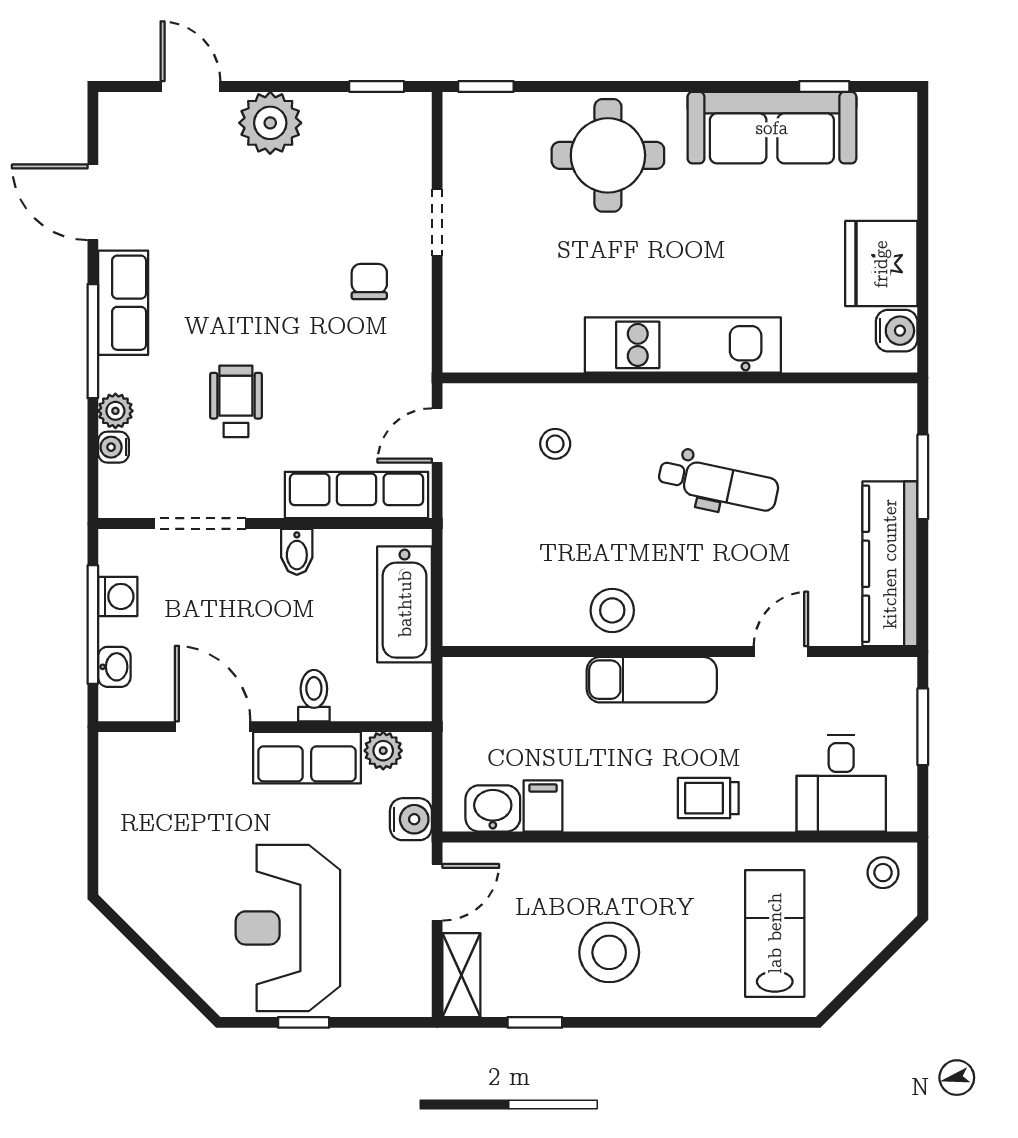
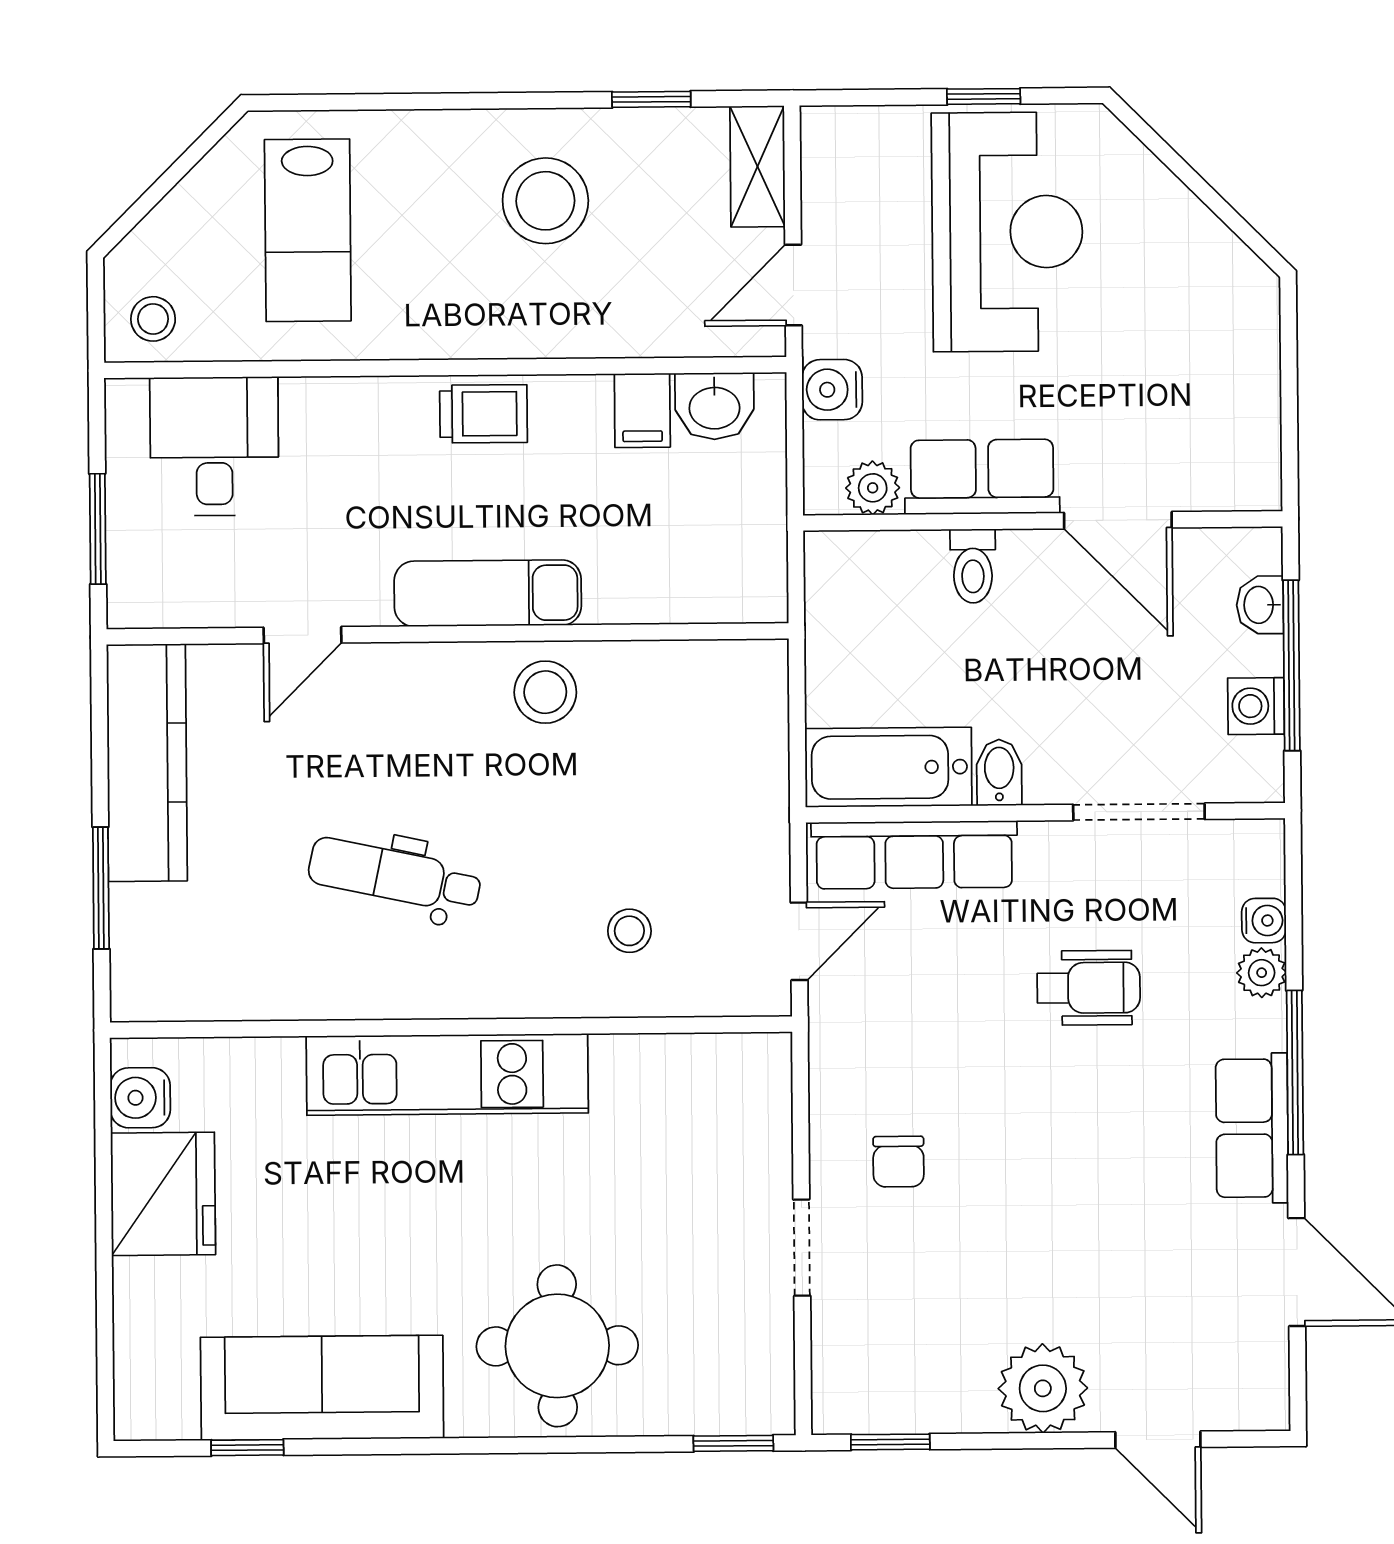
wheelchair: (236, 401) -> (1089, 988), turned -90
bathtub: (405, 604) -> (888, 767), moved, turned -90
trolley: (708, 798) -> (484, 414), moved

